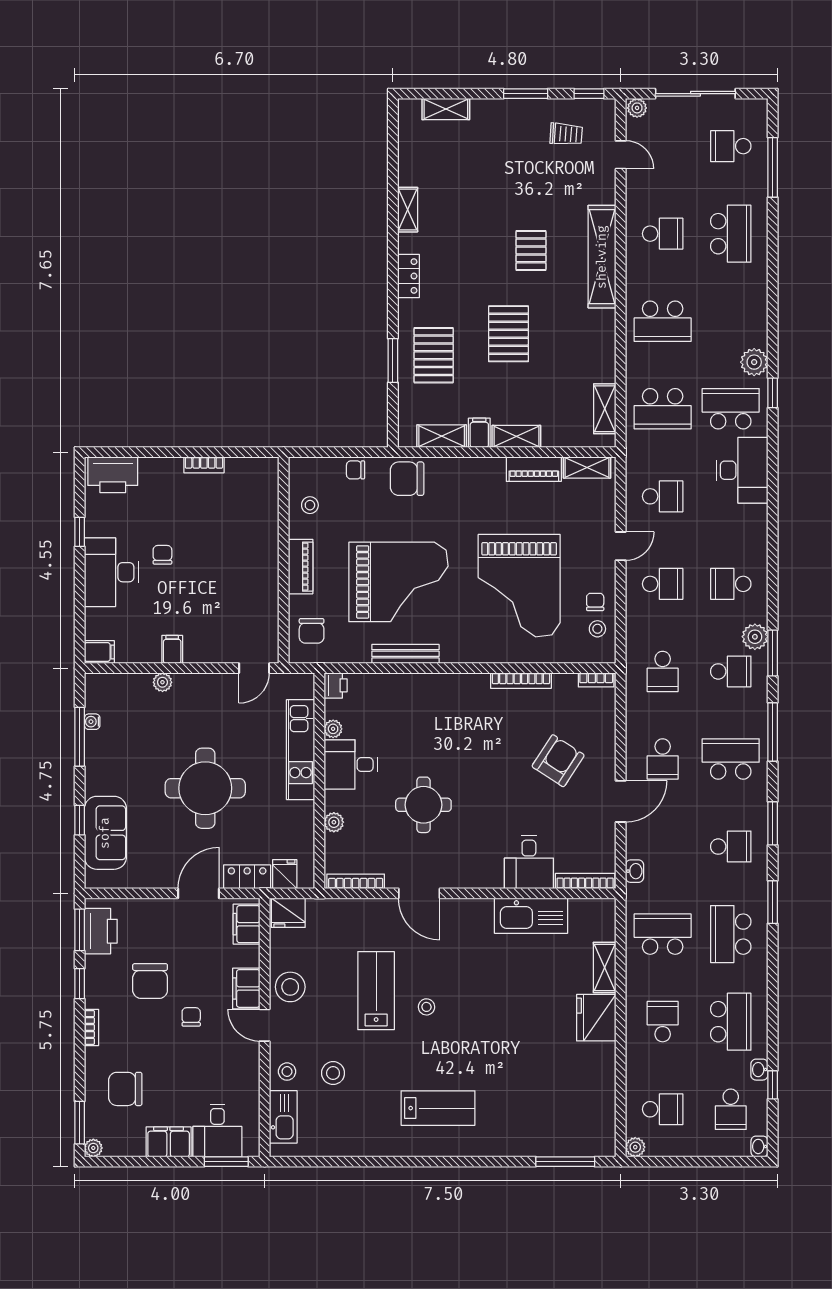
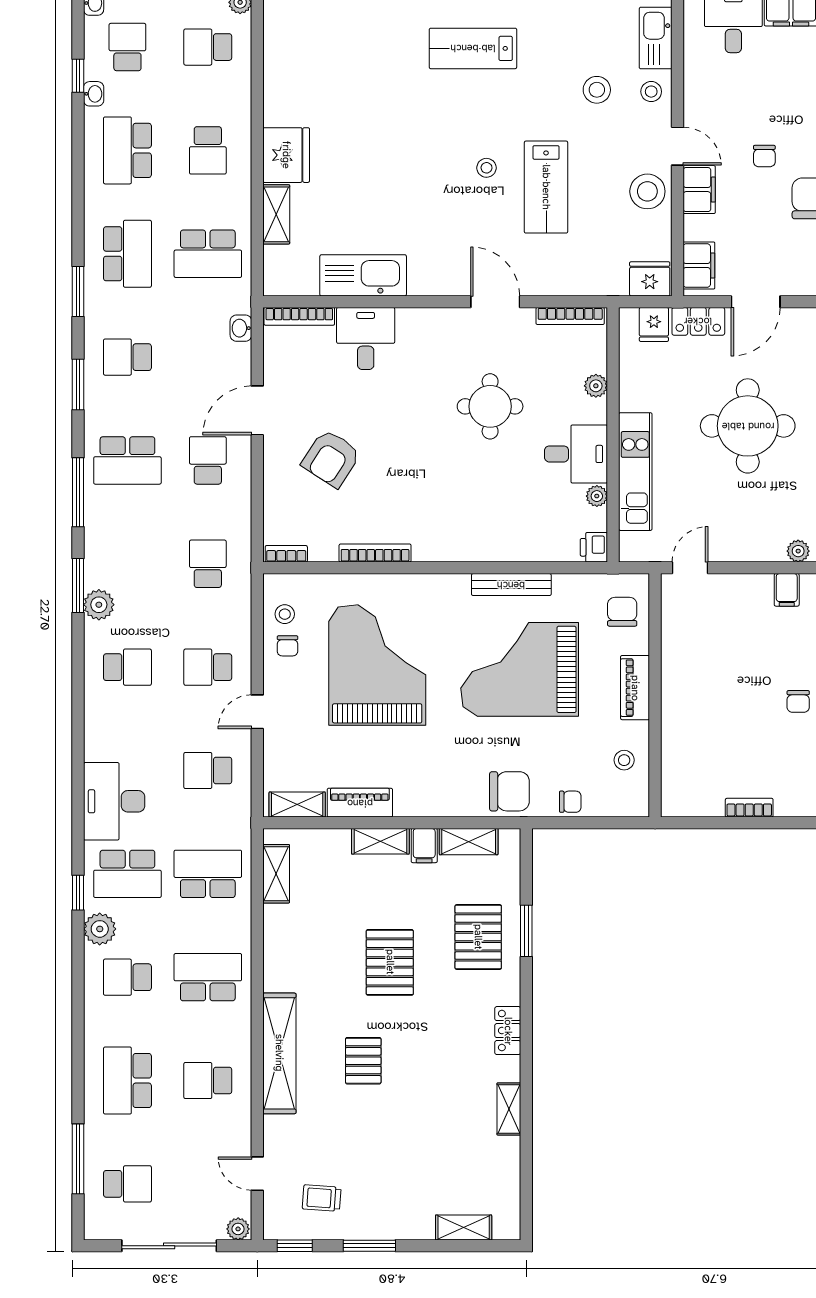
school desk: (731, 671) -> (127, 977), moved

